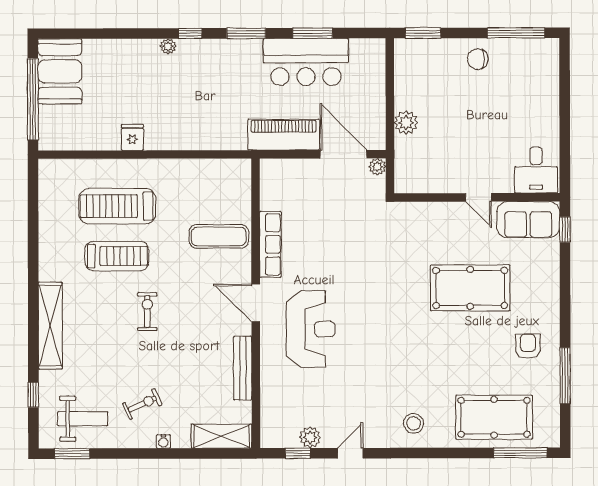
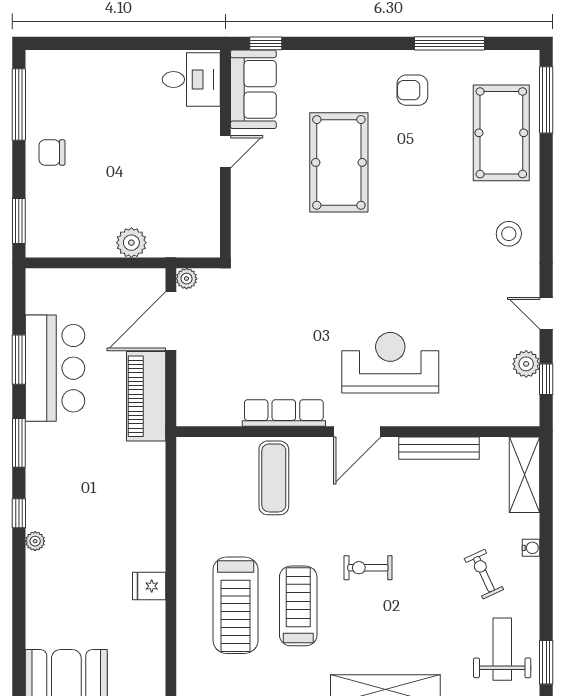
chair: (478, 59) -> (52, 152), turned 90

